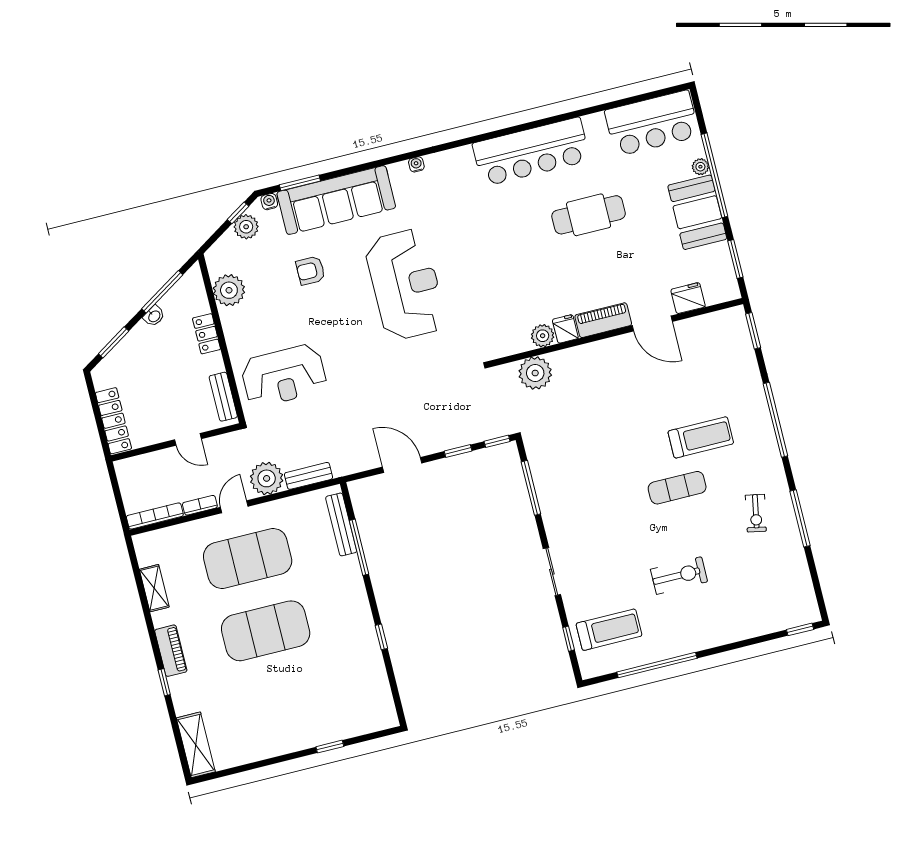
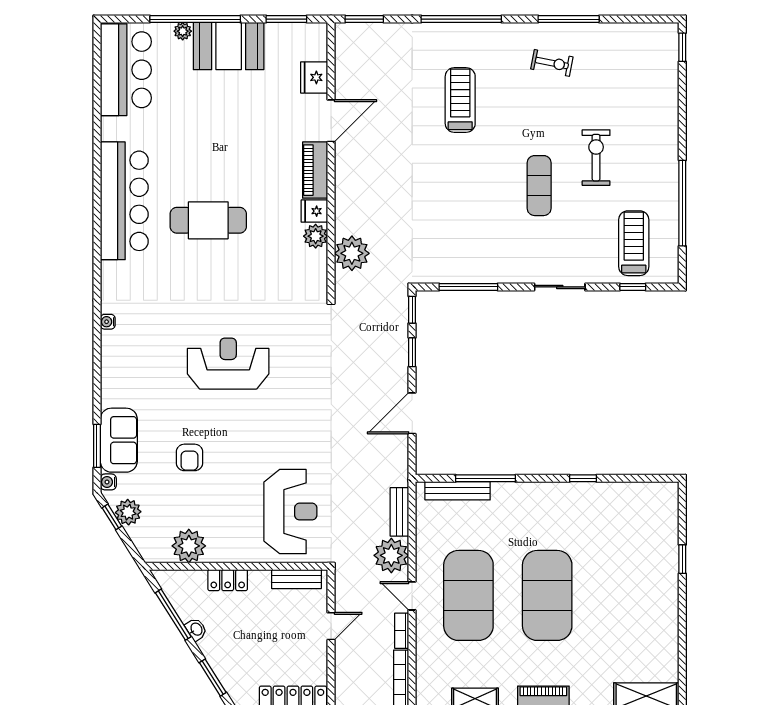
sofa: (336, 200) -> (119, 440), width x0.54, depth x0.79
cafe table: (589, 215) -> (208, 220), moved, turned 90
reception desk: (405, 285) -> (228, 364), width x0.74, depth x0.77
exercise mat: (677, 488) -> (539, 186), moved

